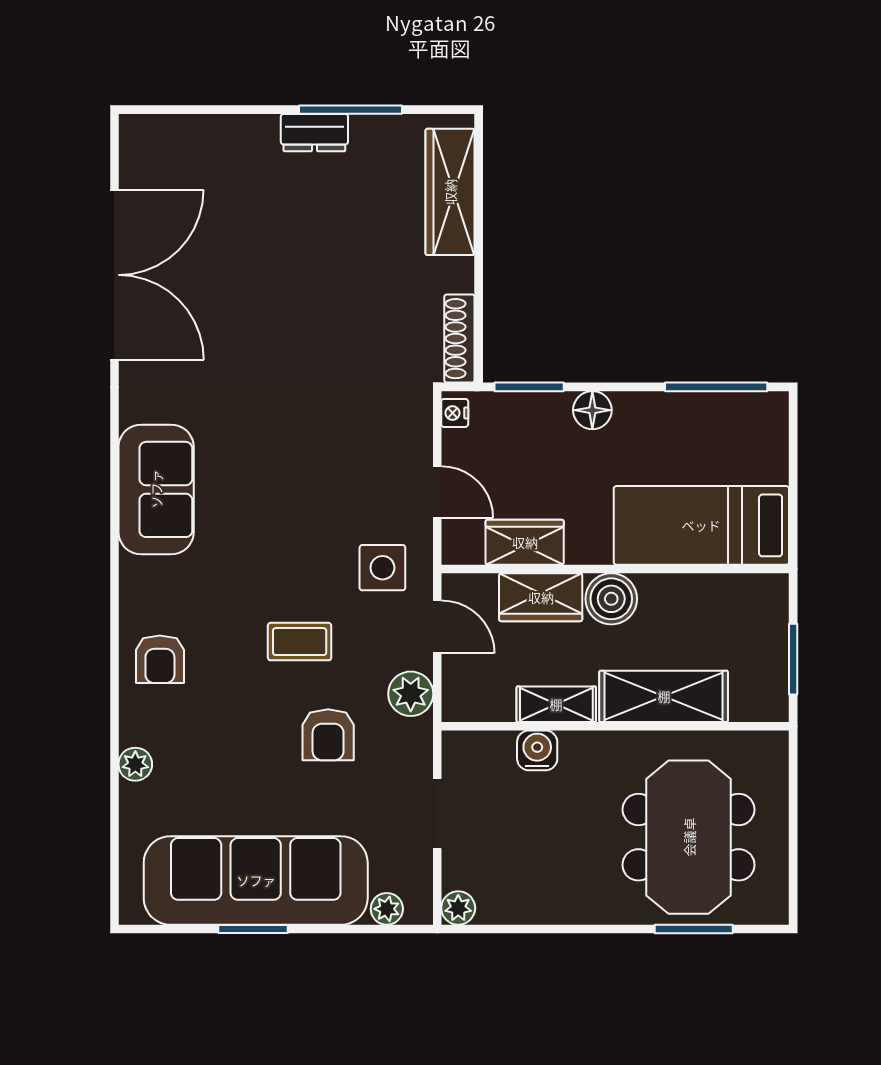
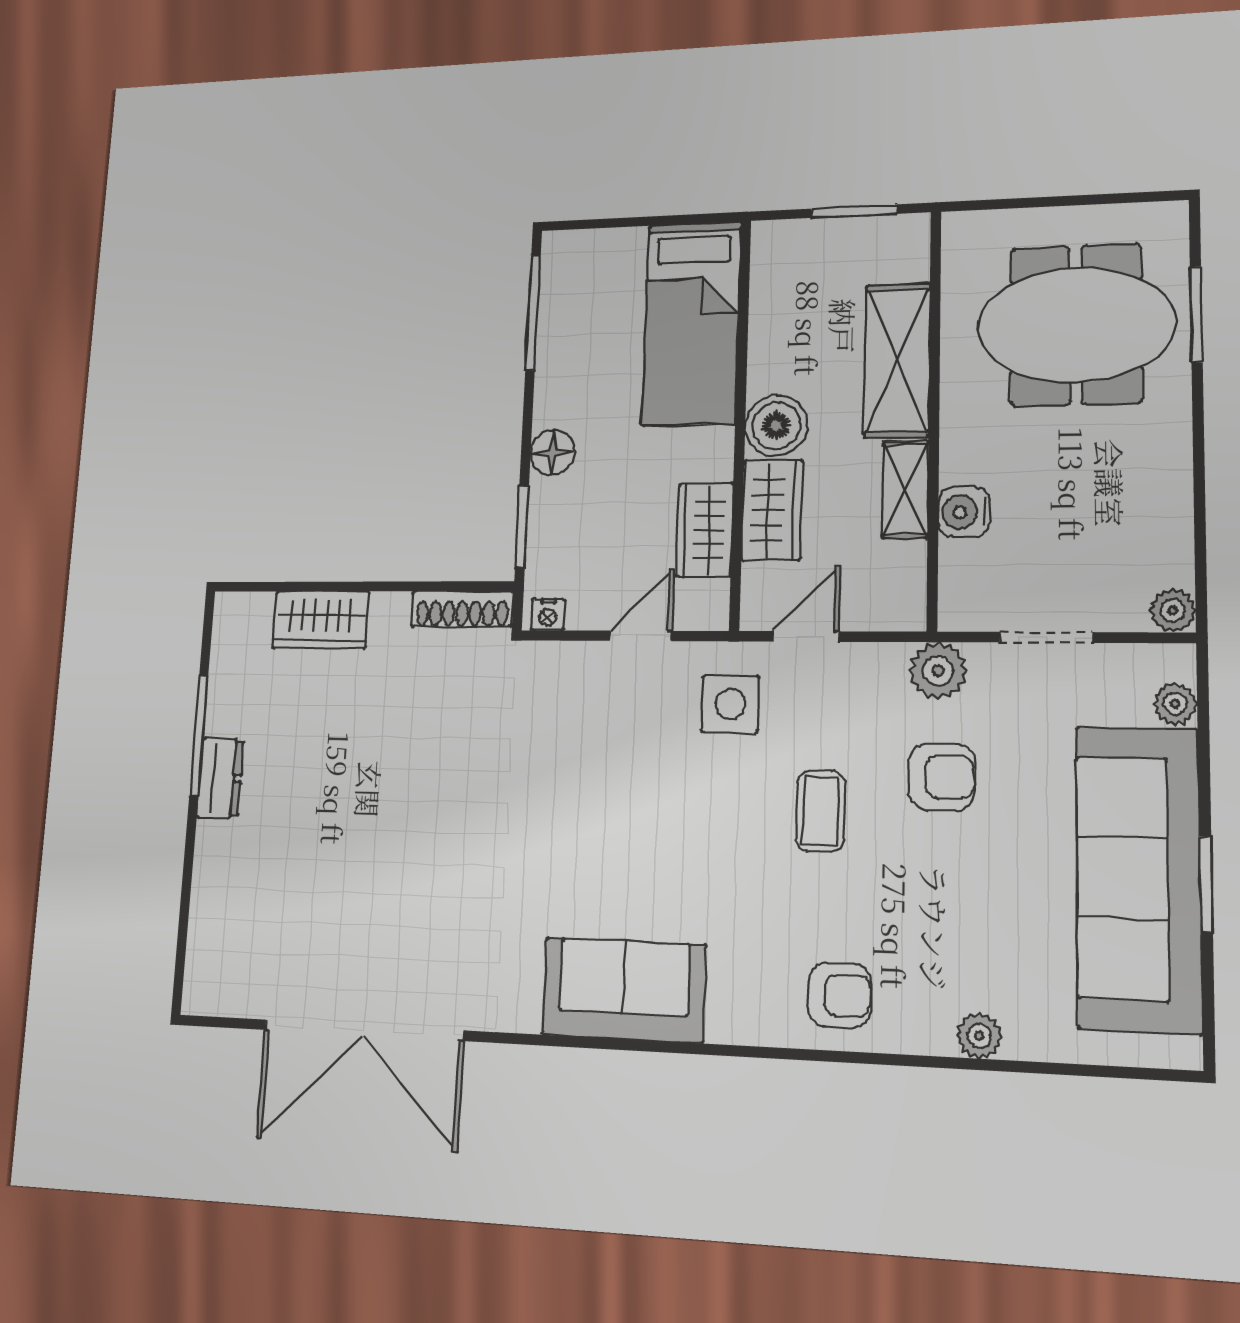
wardrobe: (450, 192) -> (321, 620), width x0.67
double door: (114, 275) -> (363, 1030), swing flipped
plant: (411, 694) -> (938, 671), moved

